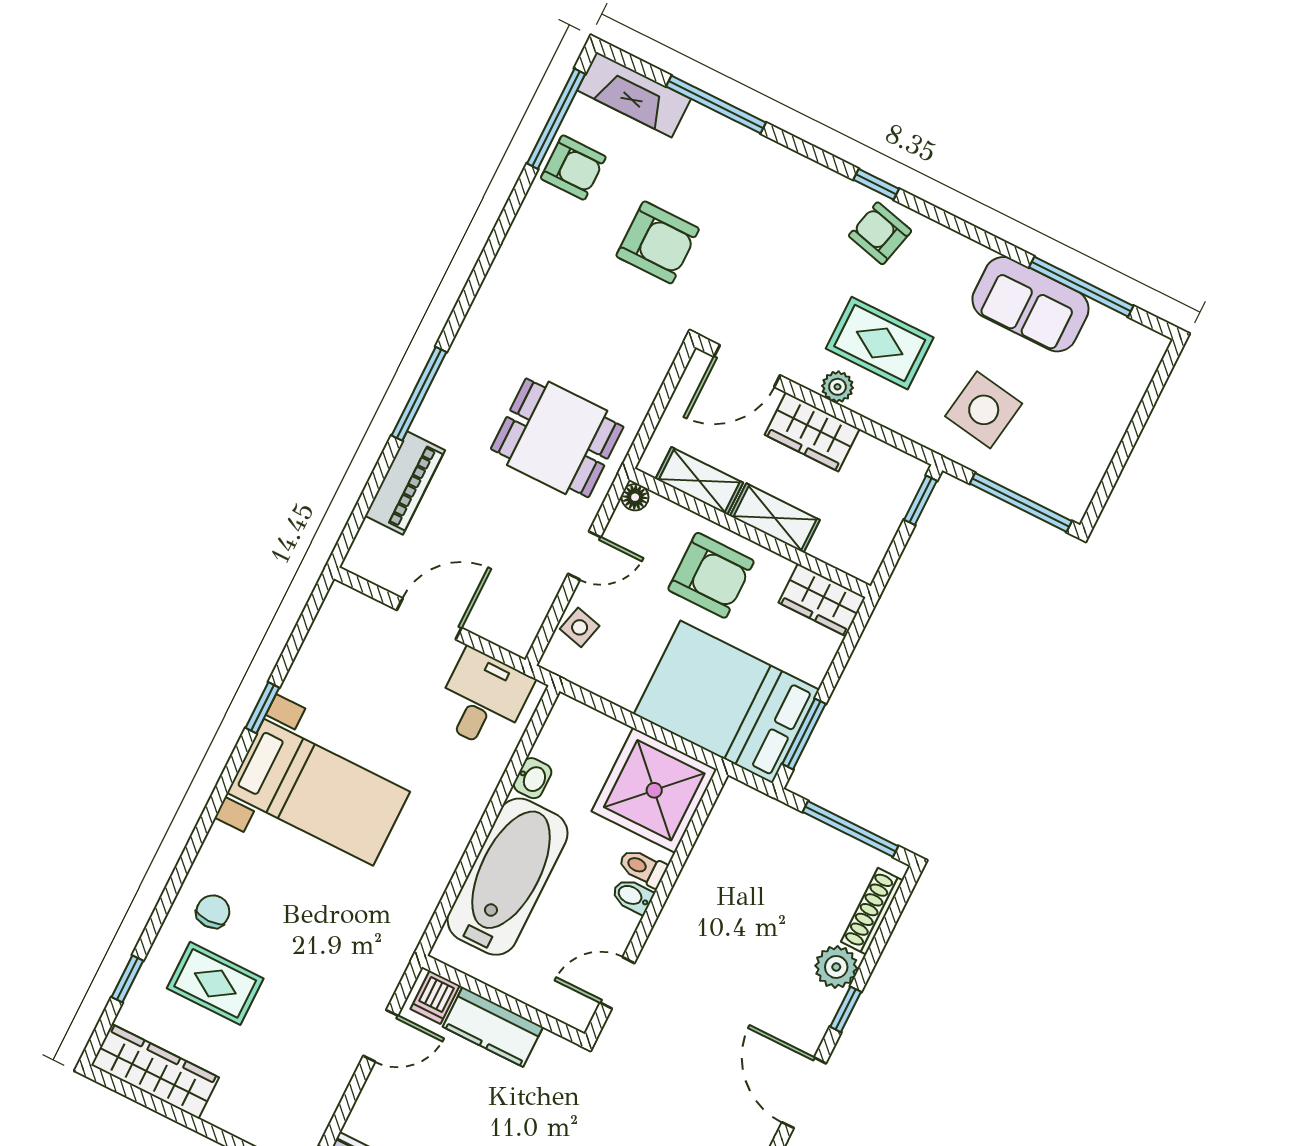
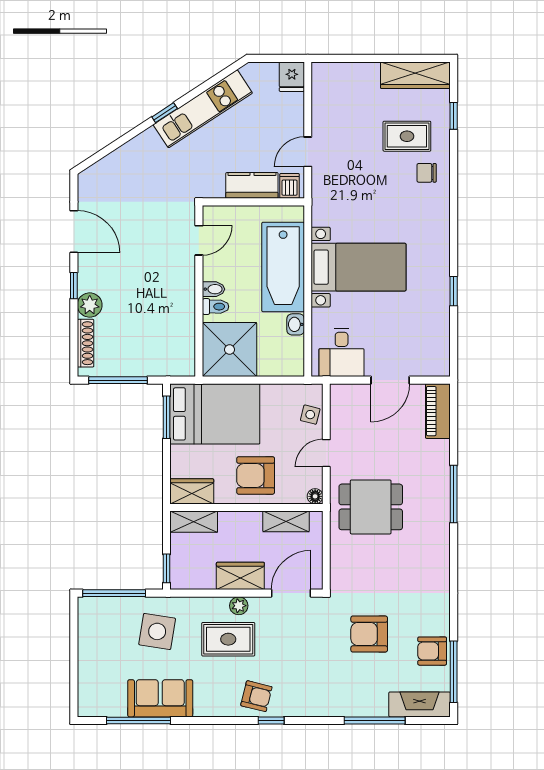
piano: (405, 483) -> (438, 411), moved
shelving: (775, 518) -> (194, 522), moved
bed with nightstands: (318, 792) -> (359, 267), moved, turned 180
chair: (213, 912) -> (427, 173), turned 90

